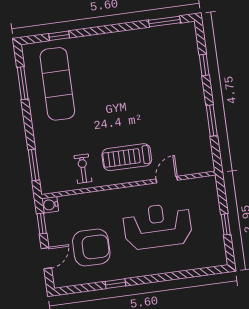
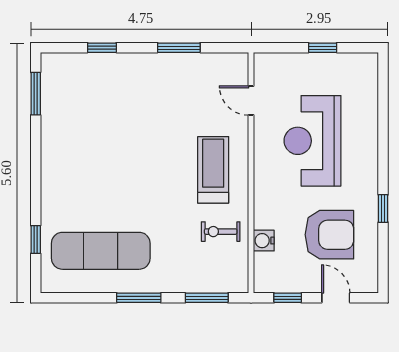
window: (23, 83) -> (139, 298), moved
treadmill: (127, 157) -> (213, 170), turned 180
door: (167, 180) -> (251, 101), moved
water cooler: (50, 205) -> (264, 241), moved, turned 90
armchair: (91, 247) -> (329, 235), turned 90

